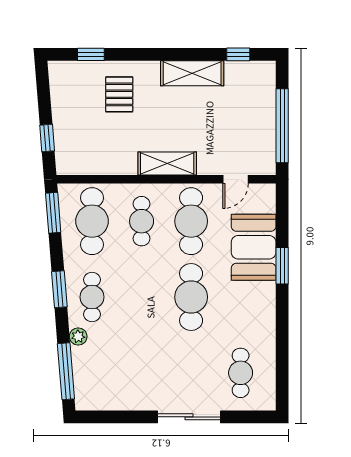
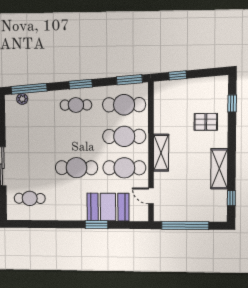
cafe table: (142, 221) -> (124, 136), width x1.37, depth x1.35
plant: (78, 336) -> (22, 99), moved

